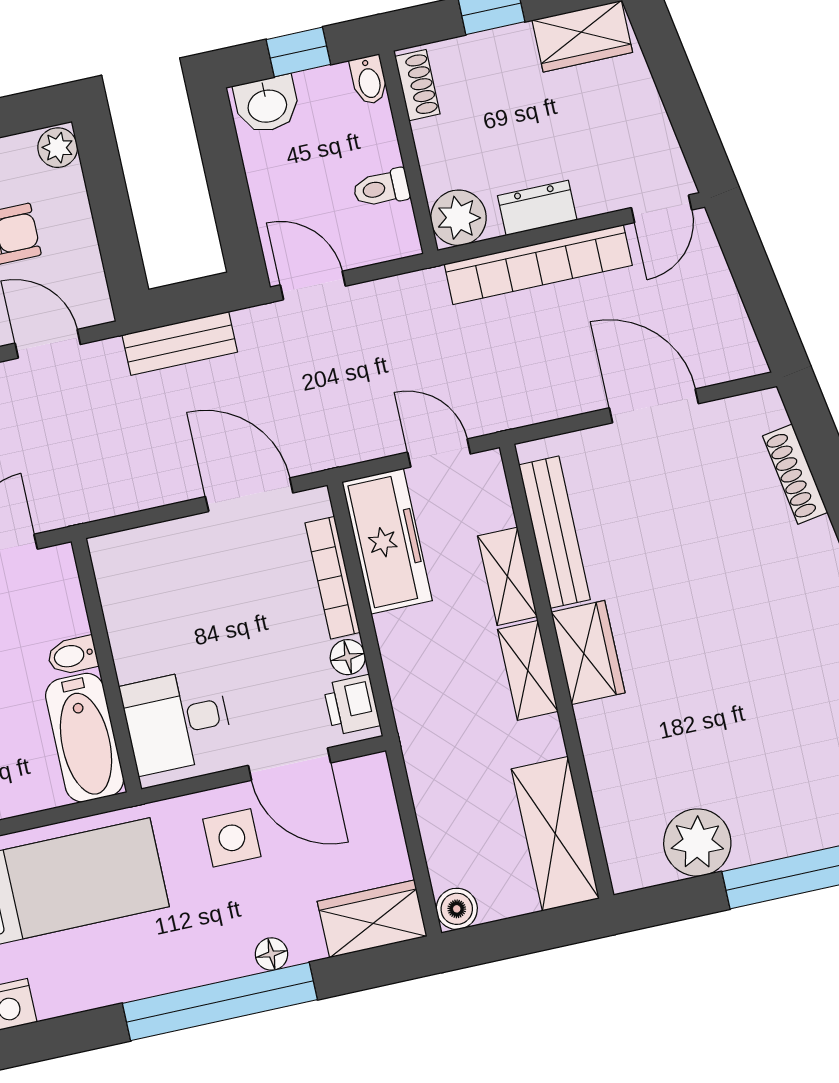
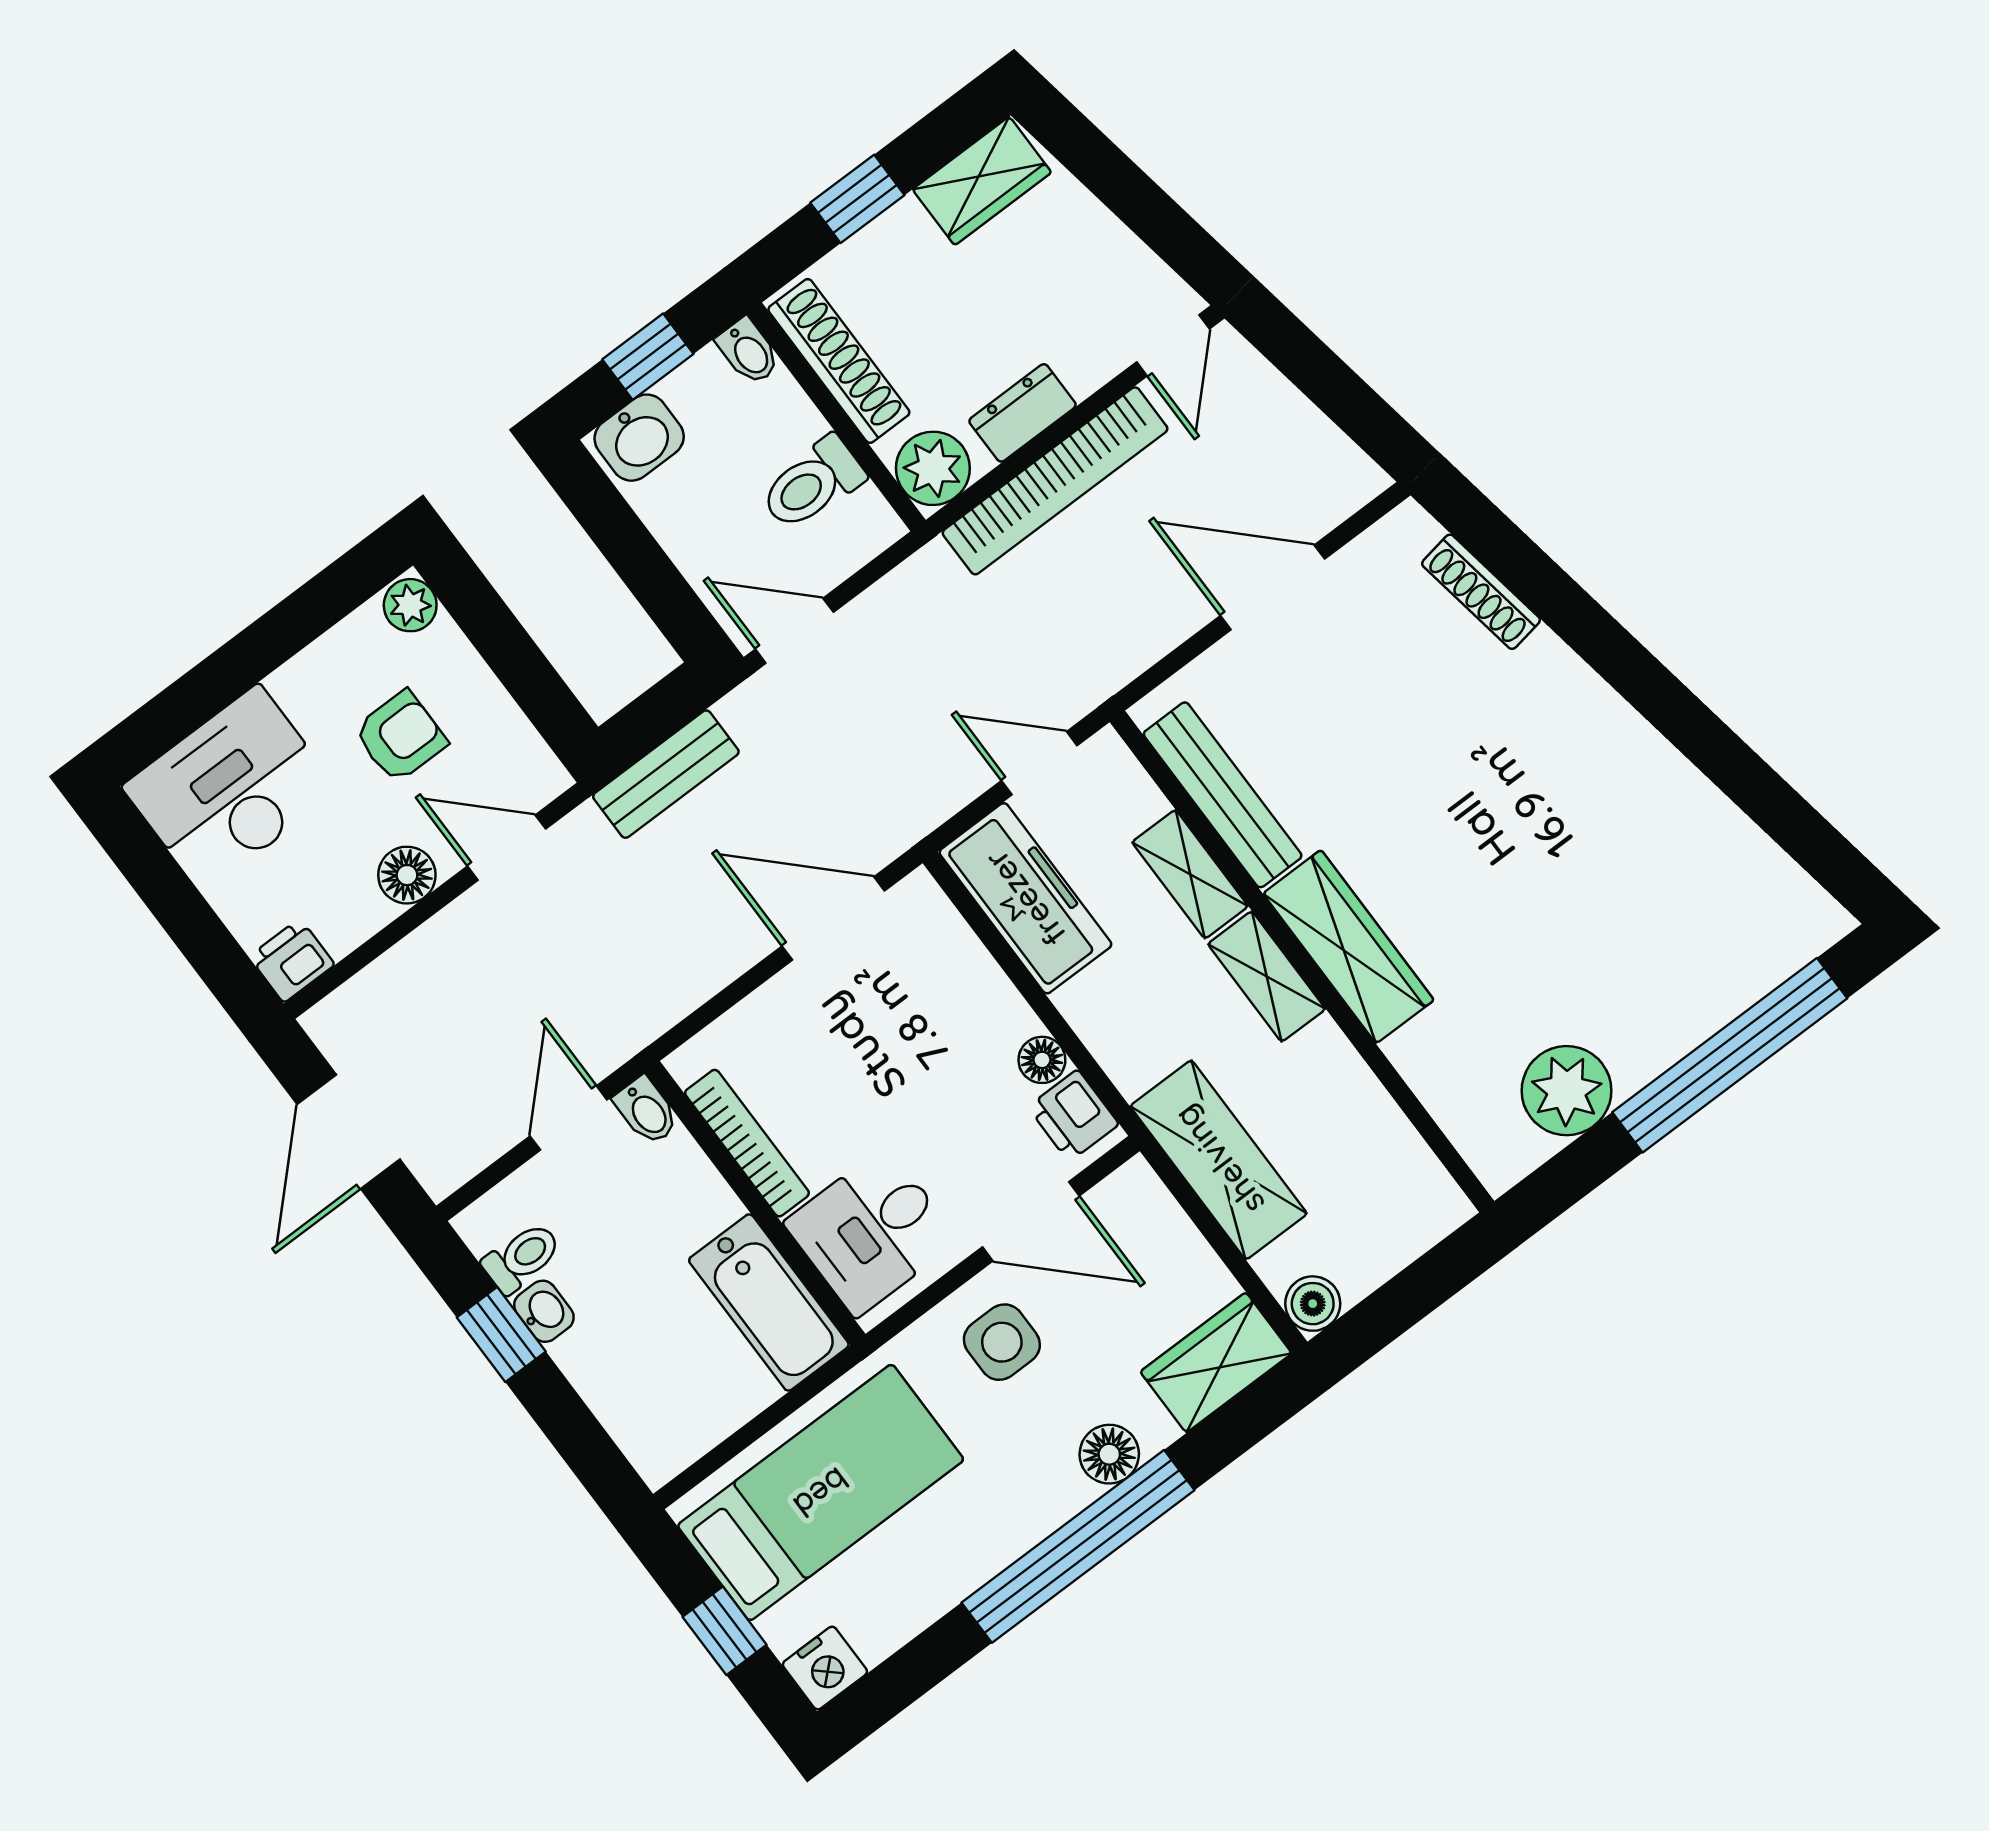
shoe rack: (417, 85) -> (839, 361), width x1.94, depth x1.24
toilet: (381, 188) -> (812, 484), width x1.37, depth x1.39
bookcase: (333, 578) -> (747, 1143), moved, turned 180
wardrobe: (588, 653) -> (1348, 947), width x1.50
bidet: (72, 655) -> (646, 1111), moved, turned -90
shelving: (555, 834) -> (1219, 1160), moved
floor lamp: (271, 954) -> (1109, 1454), width x1.37, depth x1.37

